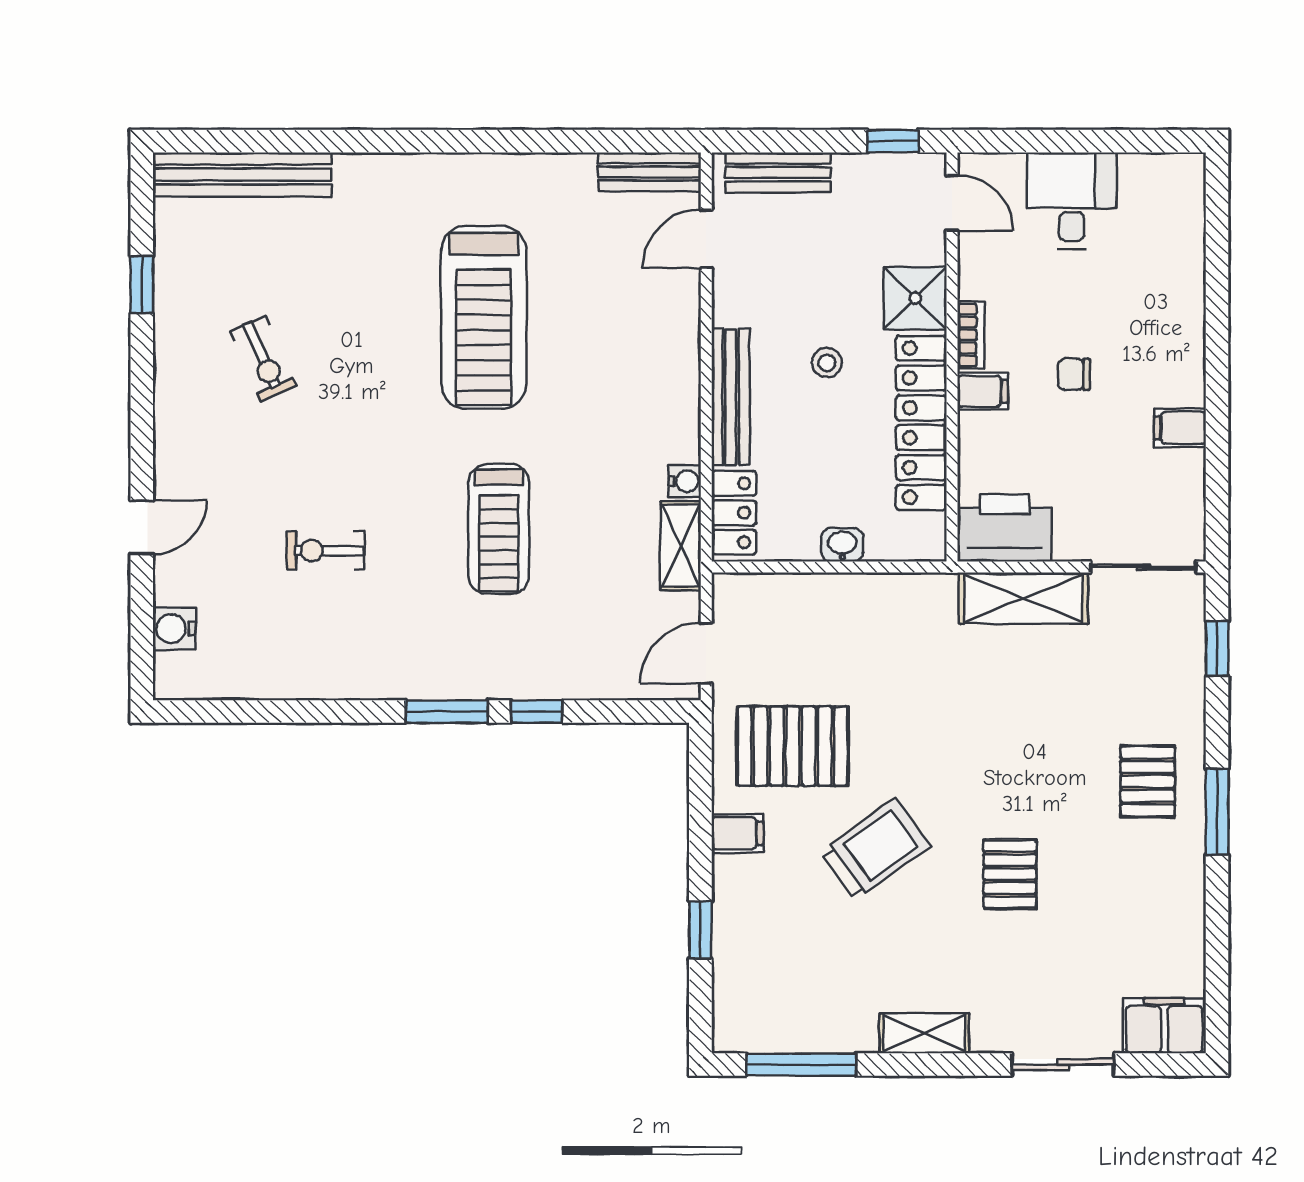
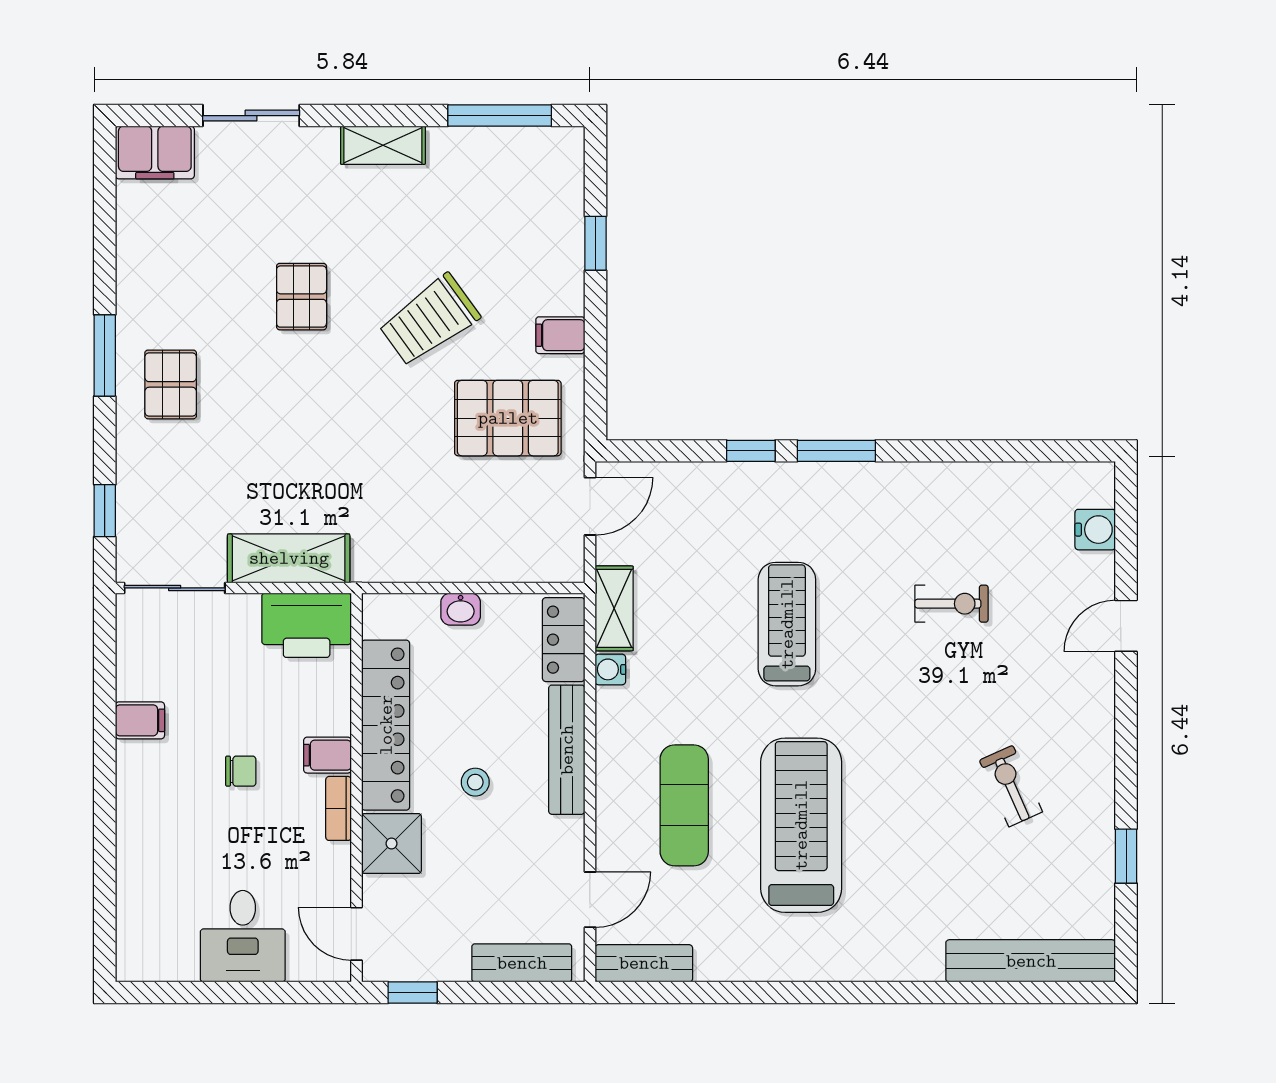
exercise mat: (607, 338) -> (684, 805), added

